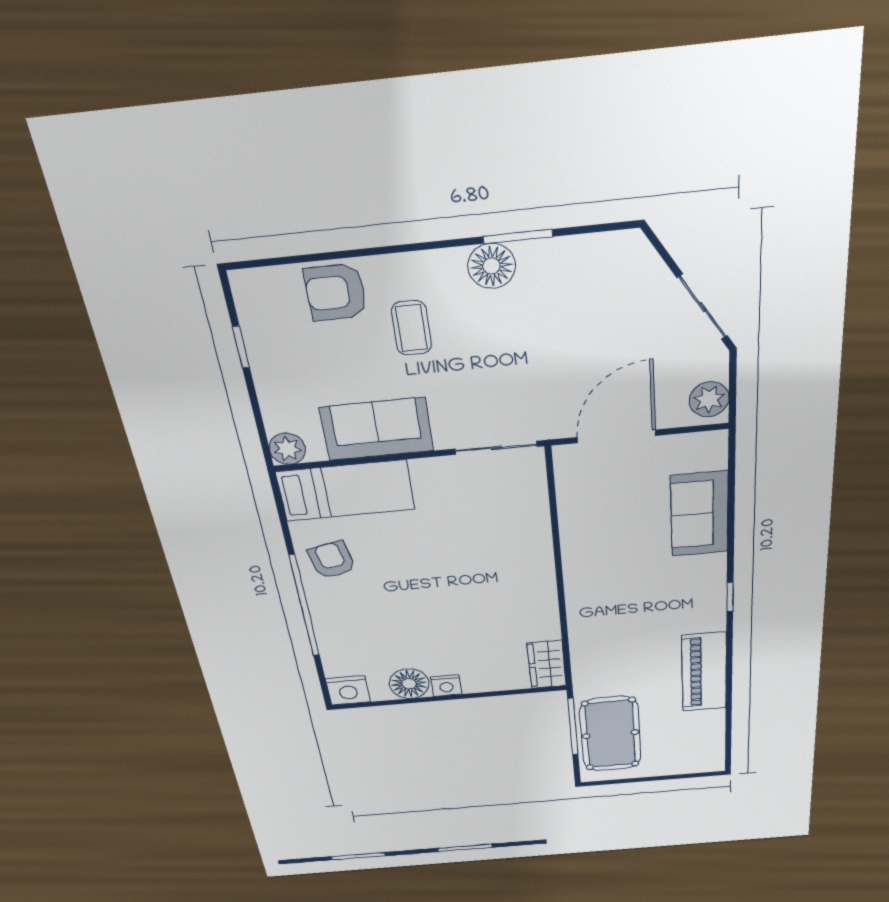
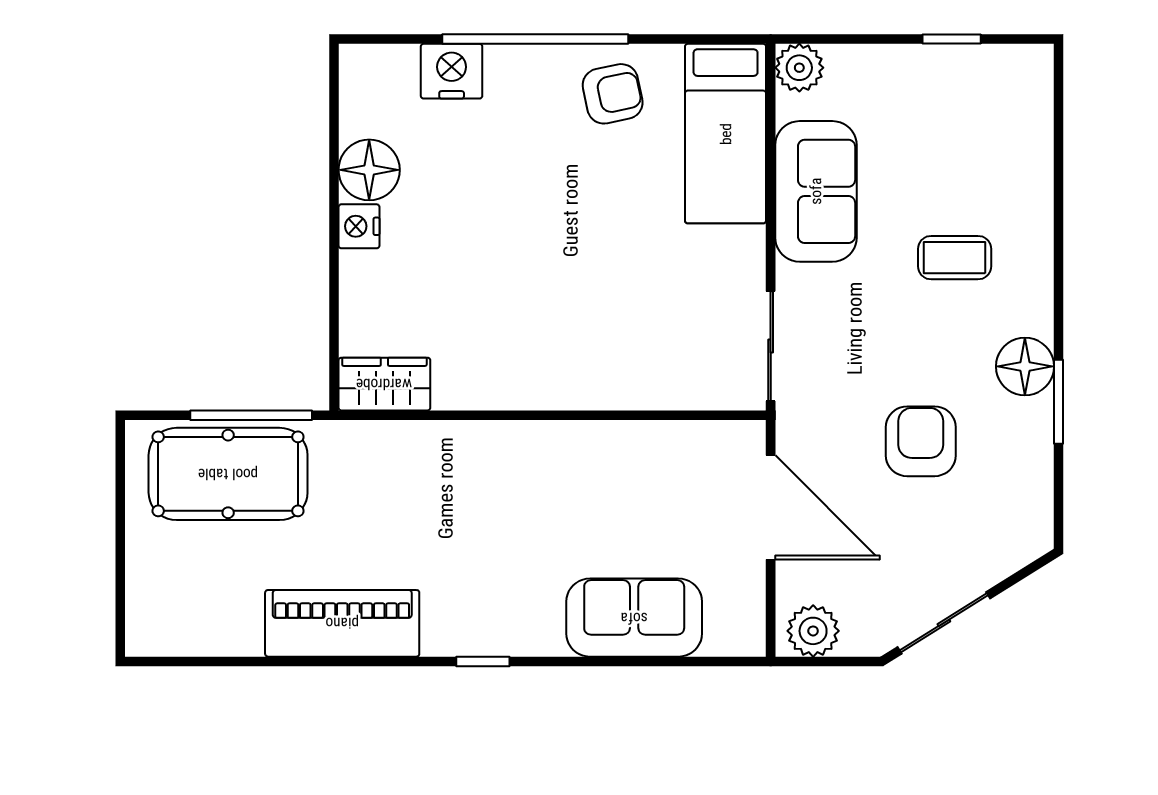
armchair: (336, 292) -> (921, 441), moved
nightstand: (348, 690) -> (452, 71), moved, turned 90

